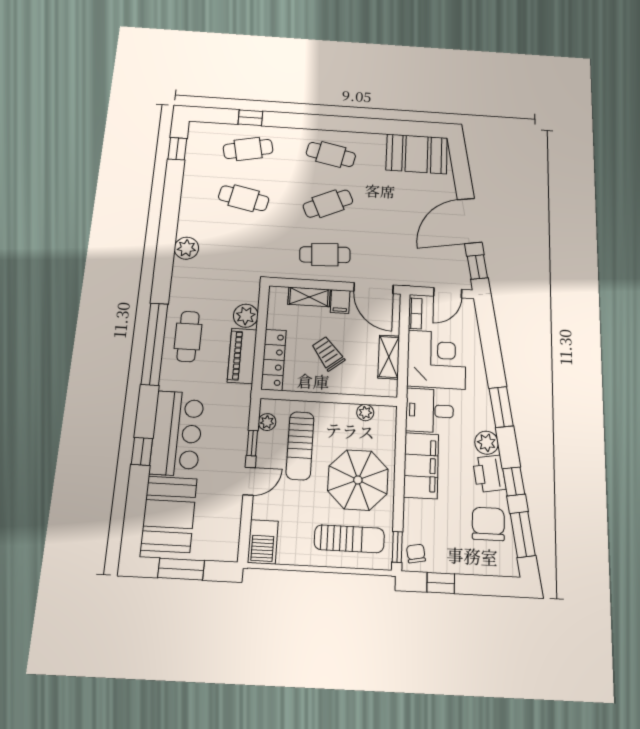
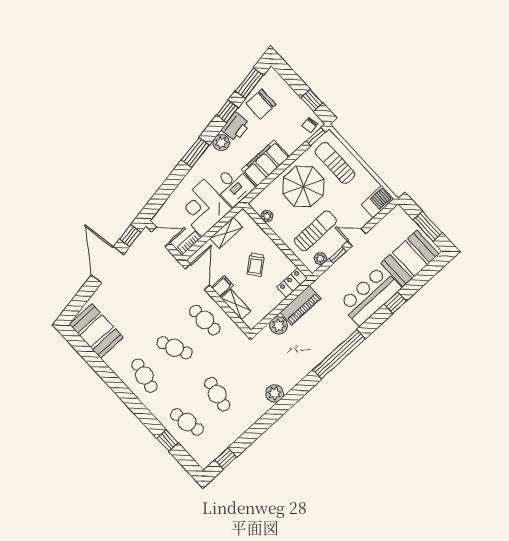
door: (470, 221) -> (107, 265), swing flipped
cafe table: (188, 336) -> (318, 342), removed
locker: (274, 360) -> (292, 283), width x0.66

